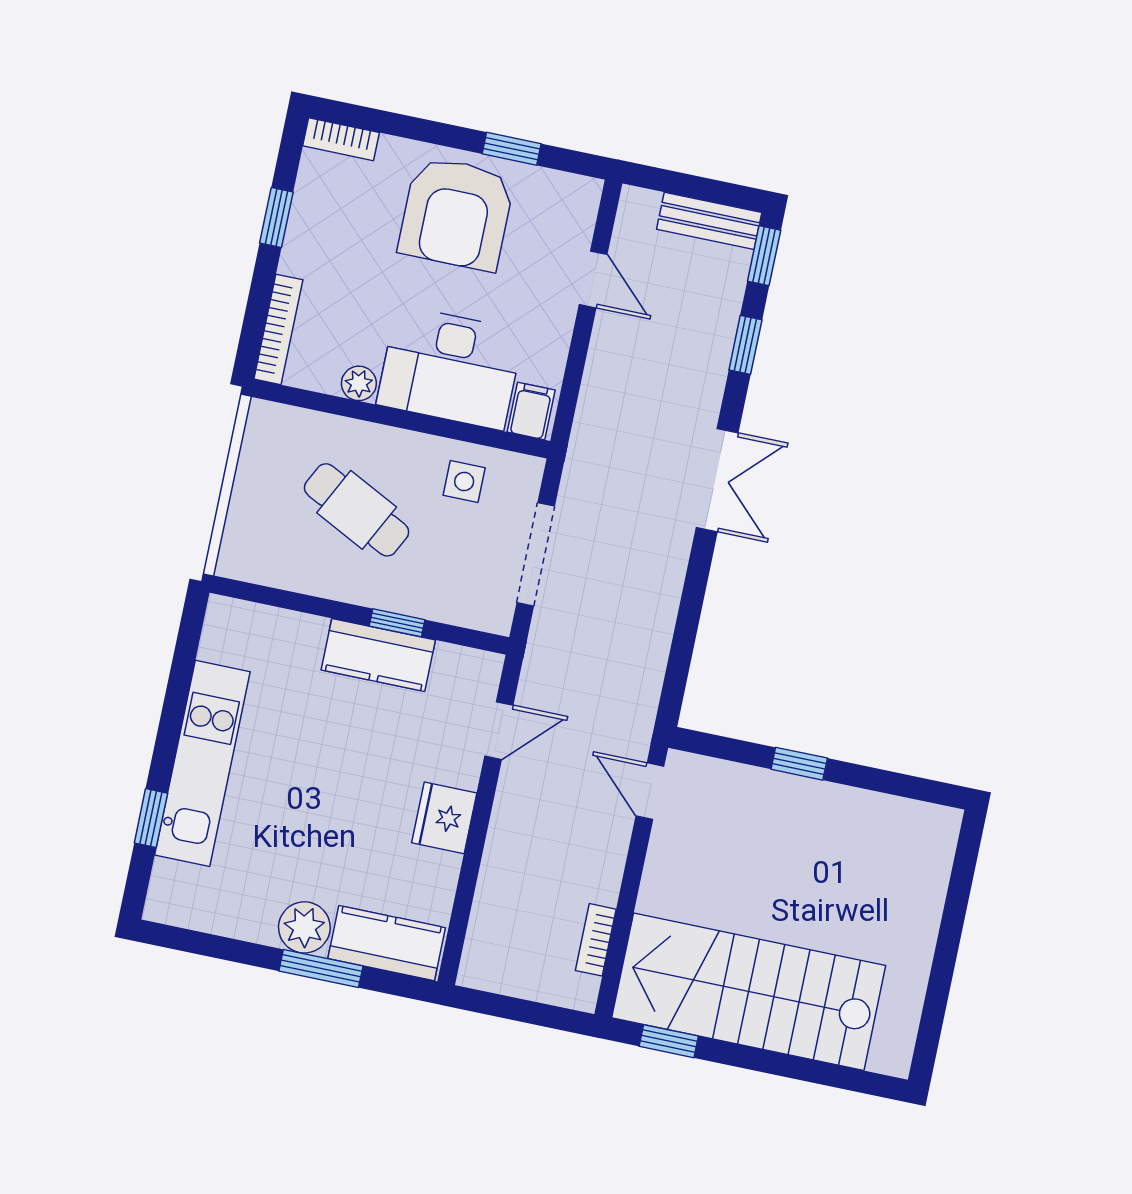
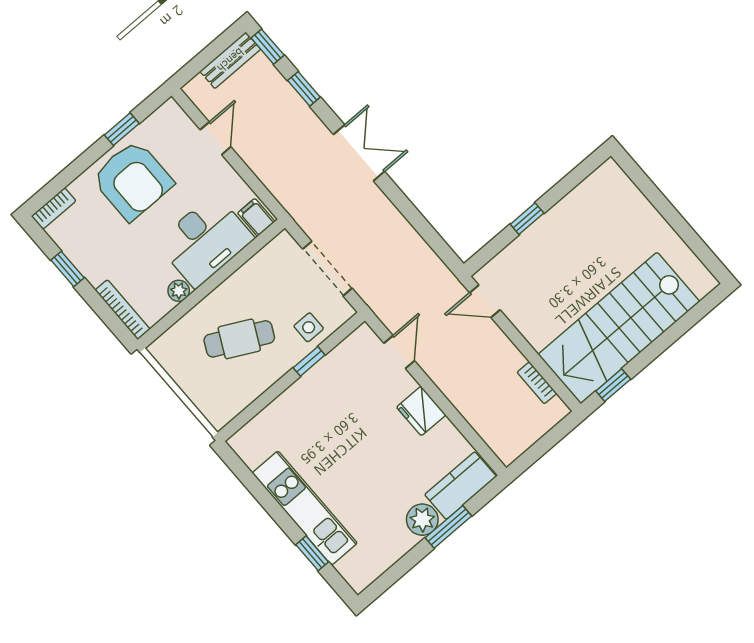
door: (593, 279) -> (215, 138), hinge flipped
side table: (464, 481) -> (309, 327), moved
kitchen counter: (378, 655) -> (318, 382), removed

